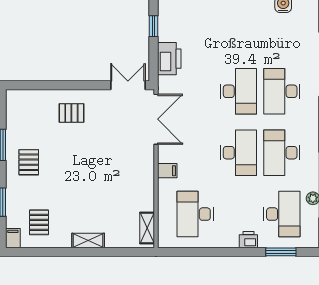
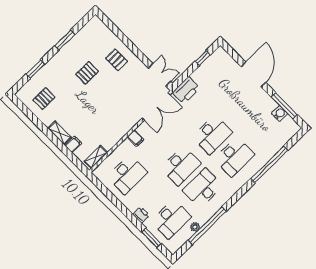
printer: (169, 59) -> (186, 90), moved
desk: (282, 91) -> (234, 157), turned 180
pallet: (29, 162) -> (87, 73), moved
desk: (195, 214) -> (127, 175), turned 180
filing cabinet: (13, 238) -> (73, 144), moved

